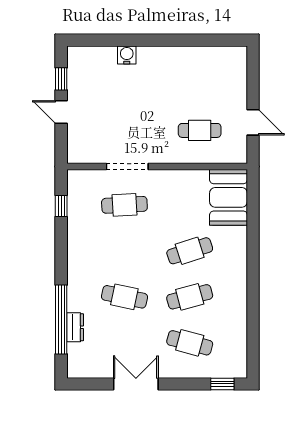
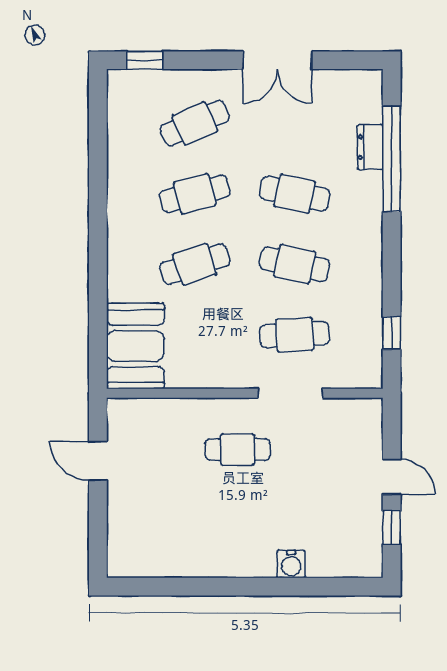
cafe table: (200, 130) -> (238, 450), moved
cafe table: (124, 251) -> (295, 264), added
cafe table: (190, 343) -> (195, 123), turned -39

